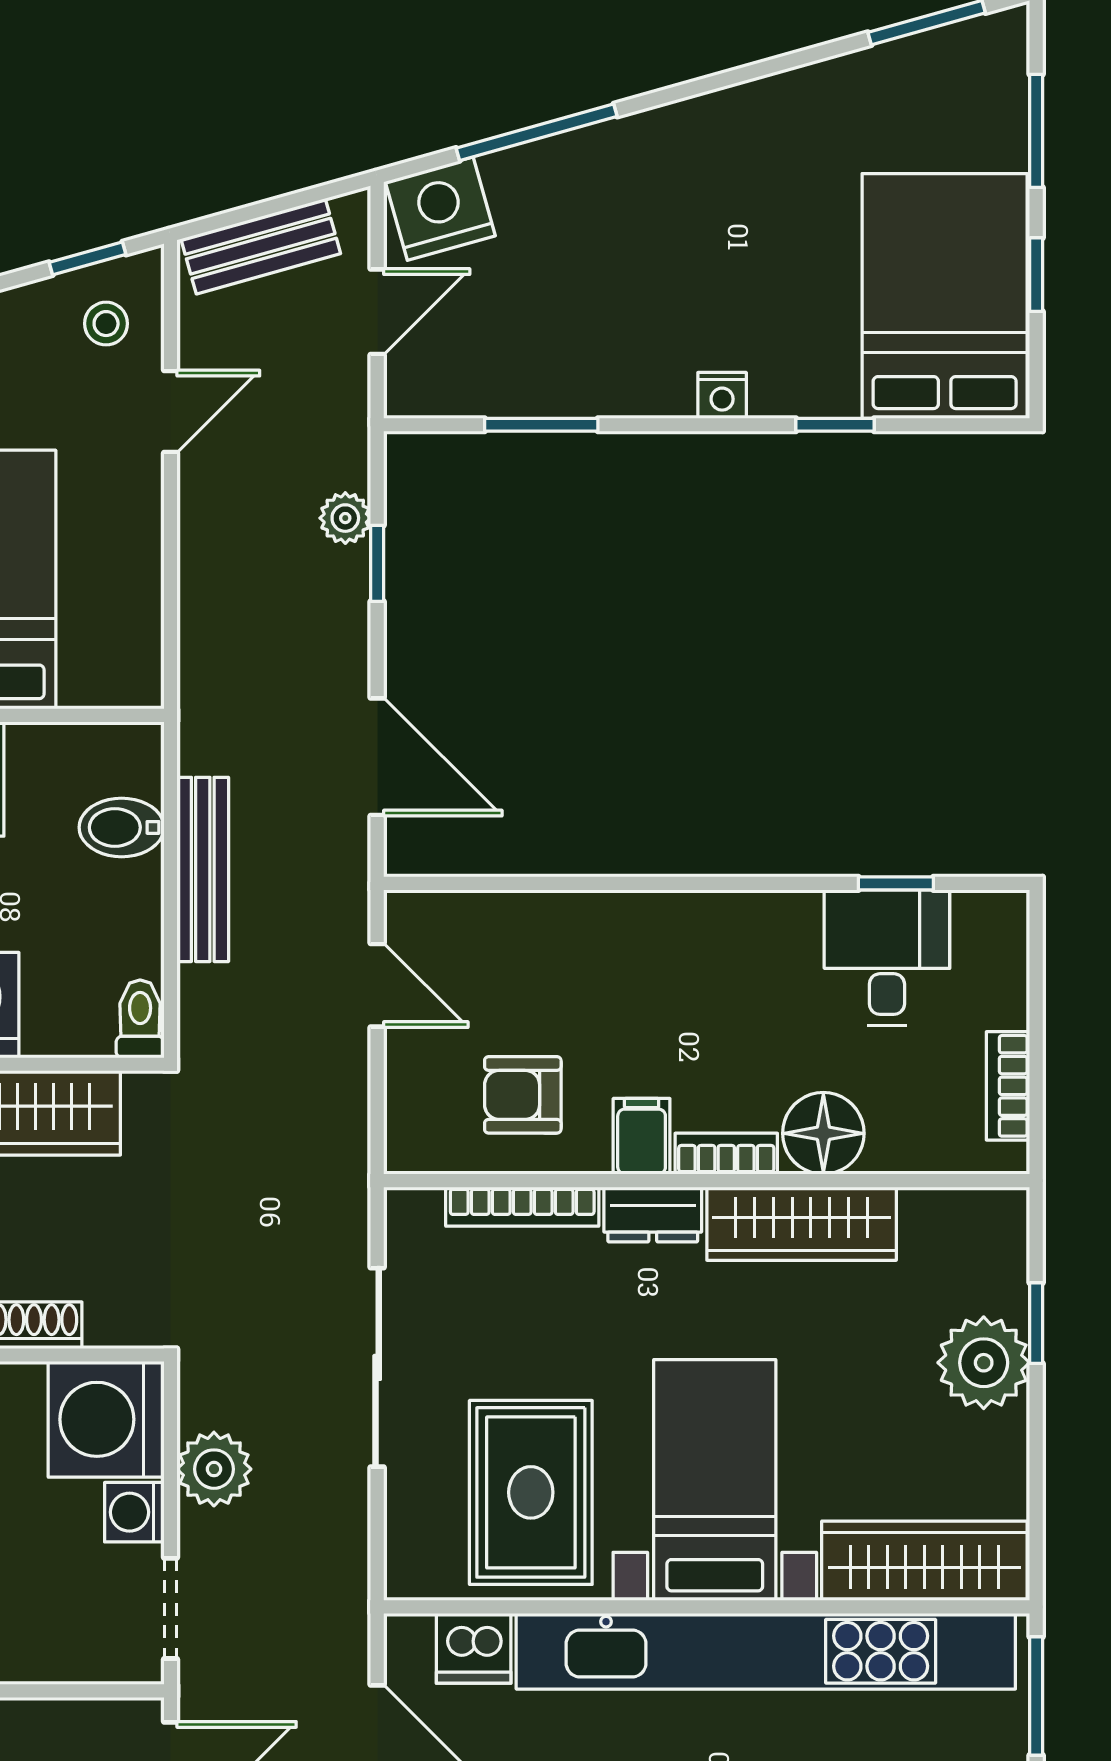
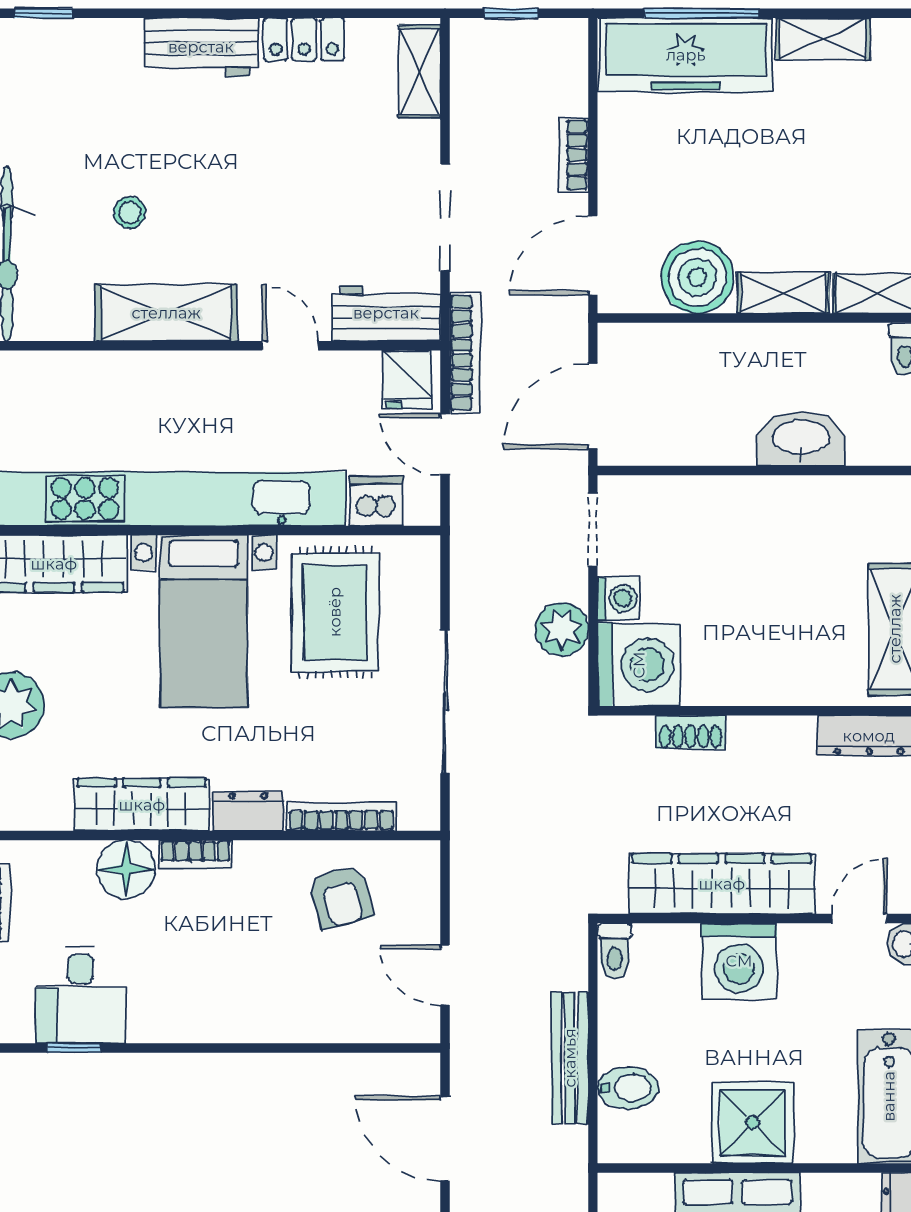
armchair: (523, 1095) -> (341, 897), turned 75
filing cabinet: (642, 1136) -> (256, 867), removed

